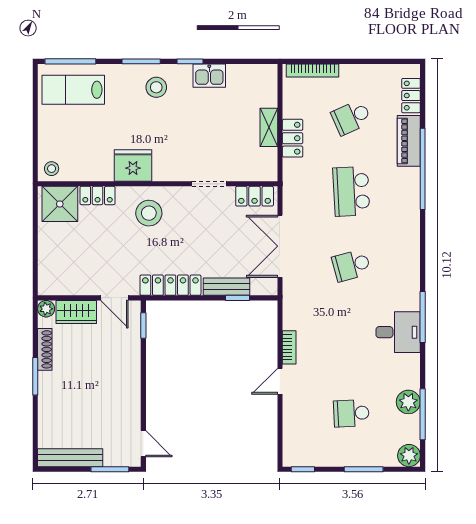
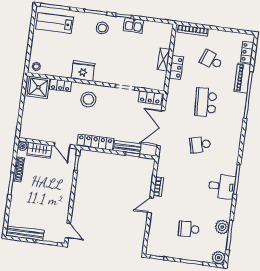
school desk: (351, 117) -> (211, 60), turned 45

